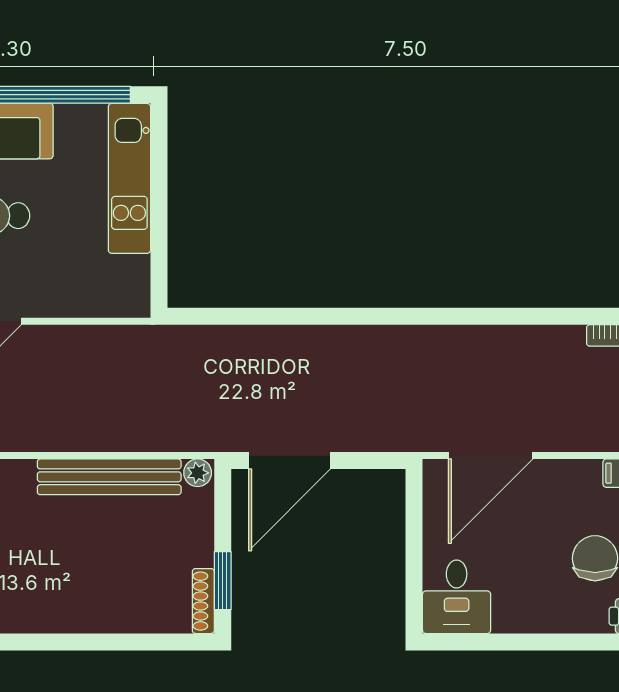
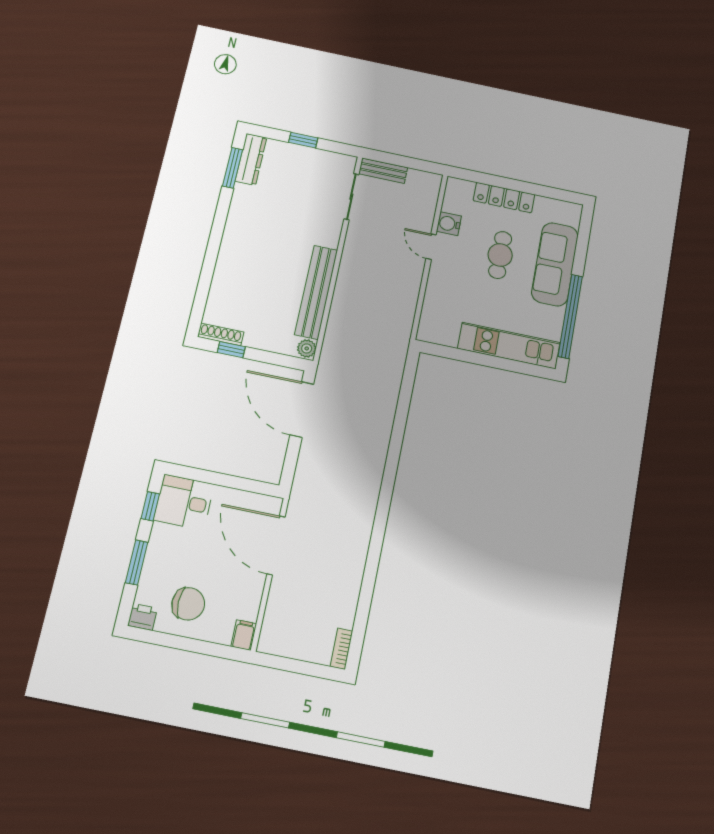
window: (223, 581) -> (231, 350), width x0.67
window: (472, 642) -> (150, 506), added
window: (553, 642) -> (137, 562), added

